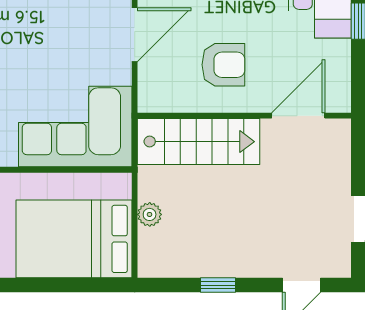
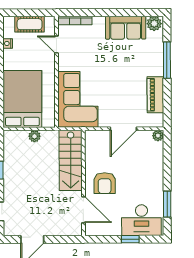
door: (135, 35) -> (123, 129), hinge flipped
armchair: (223, 65) -> (105, 183), moved

